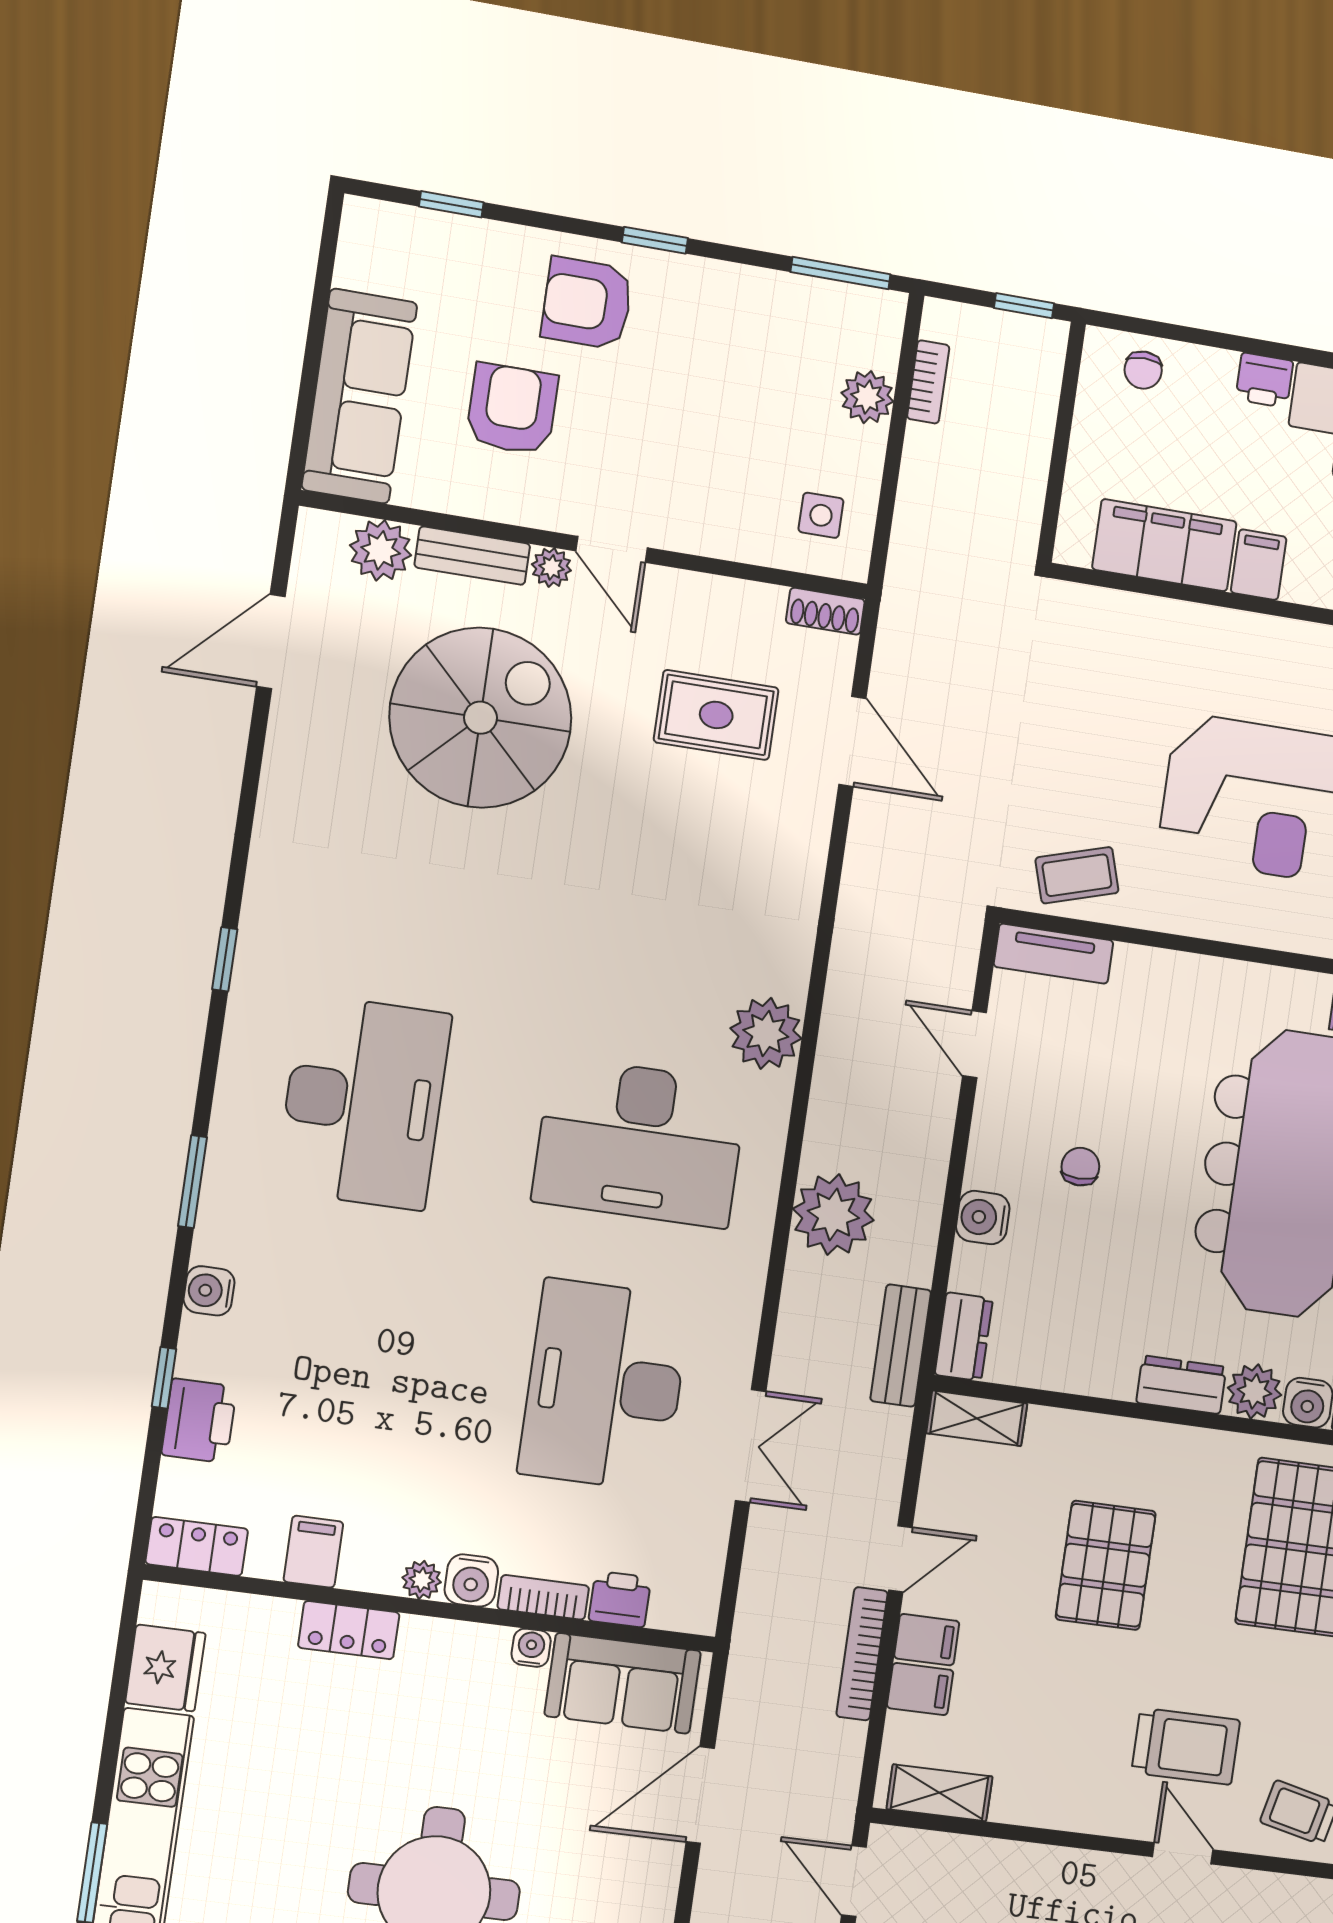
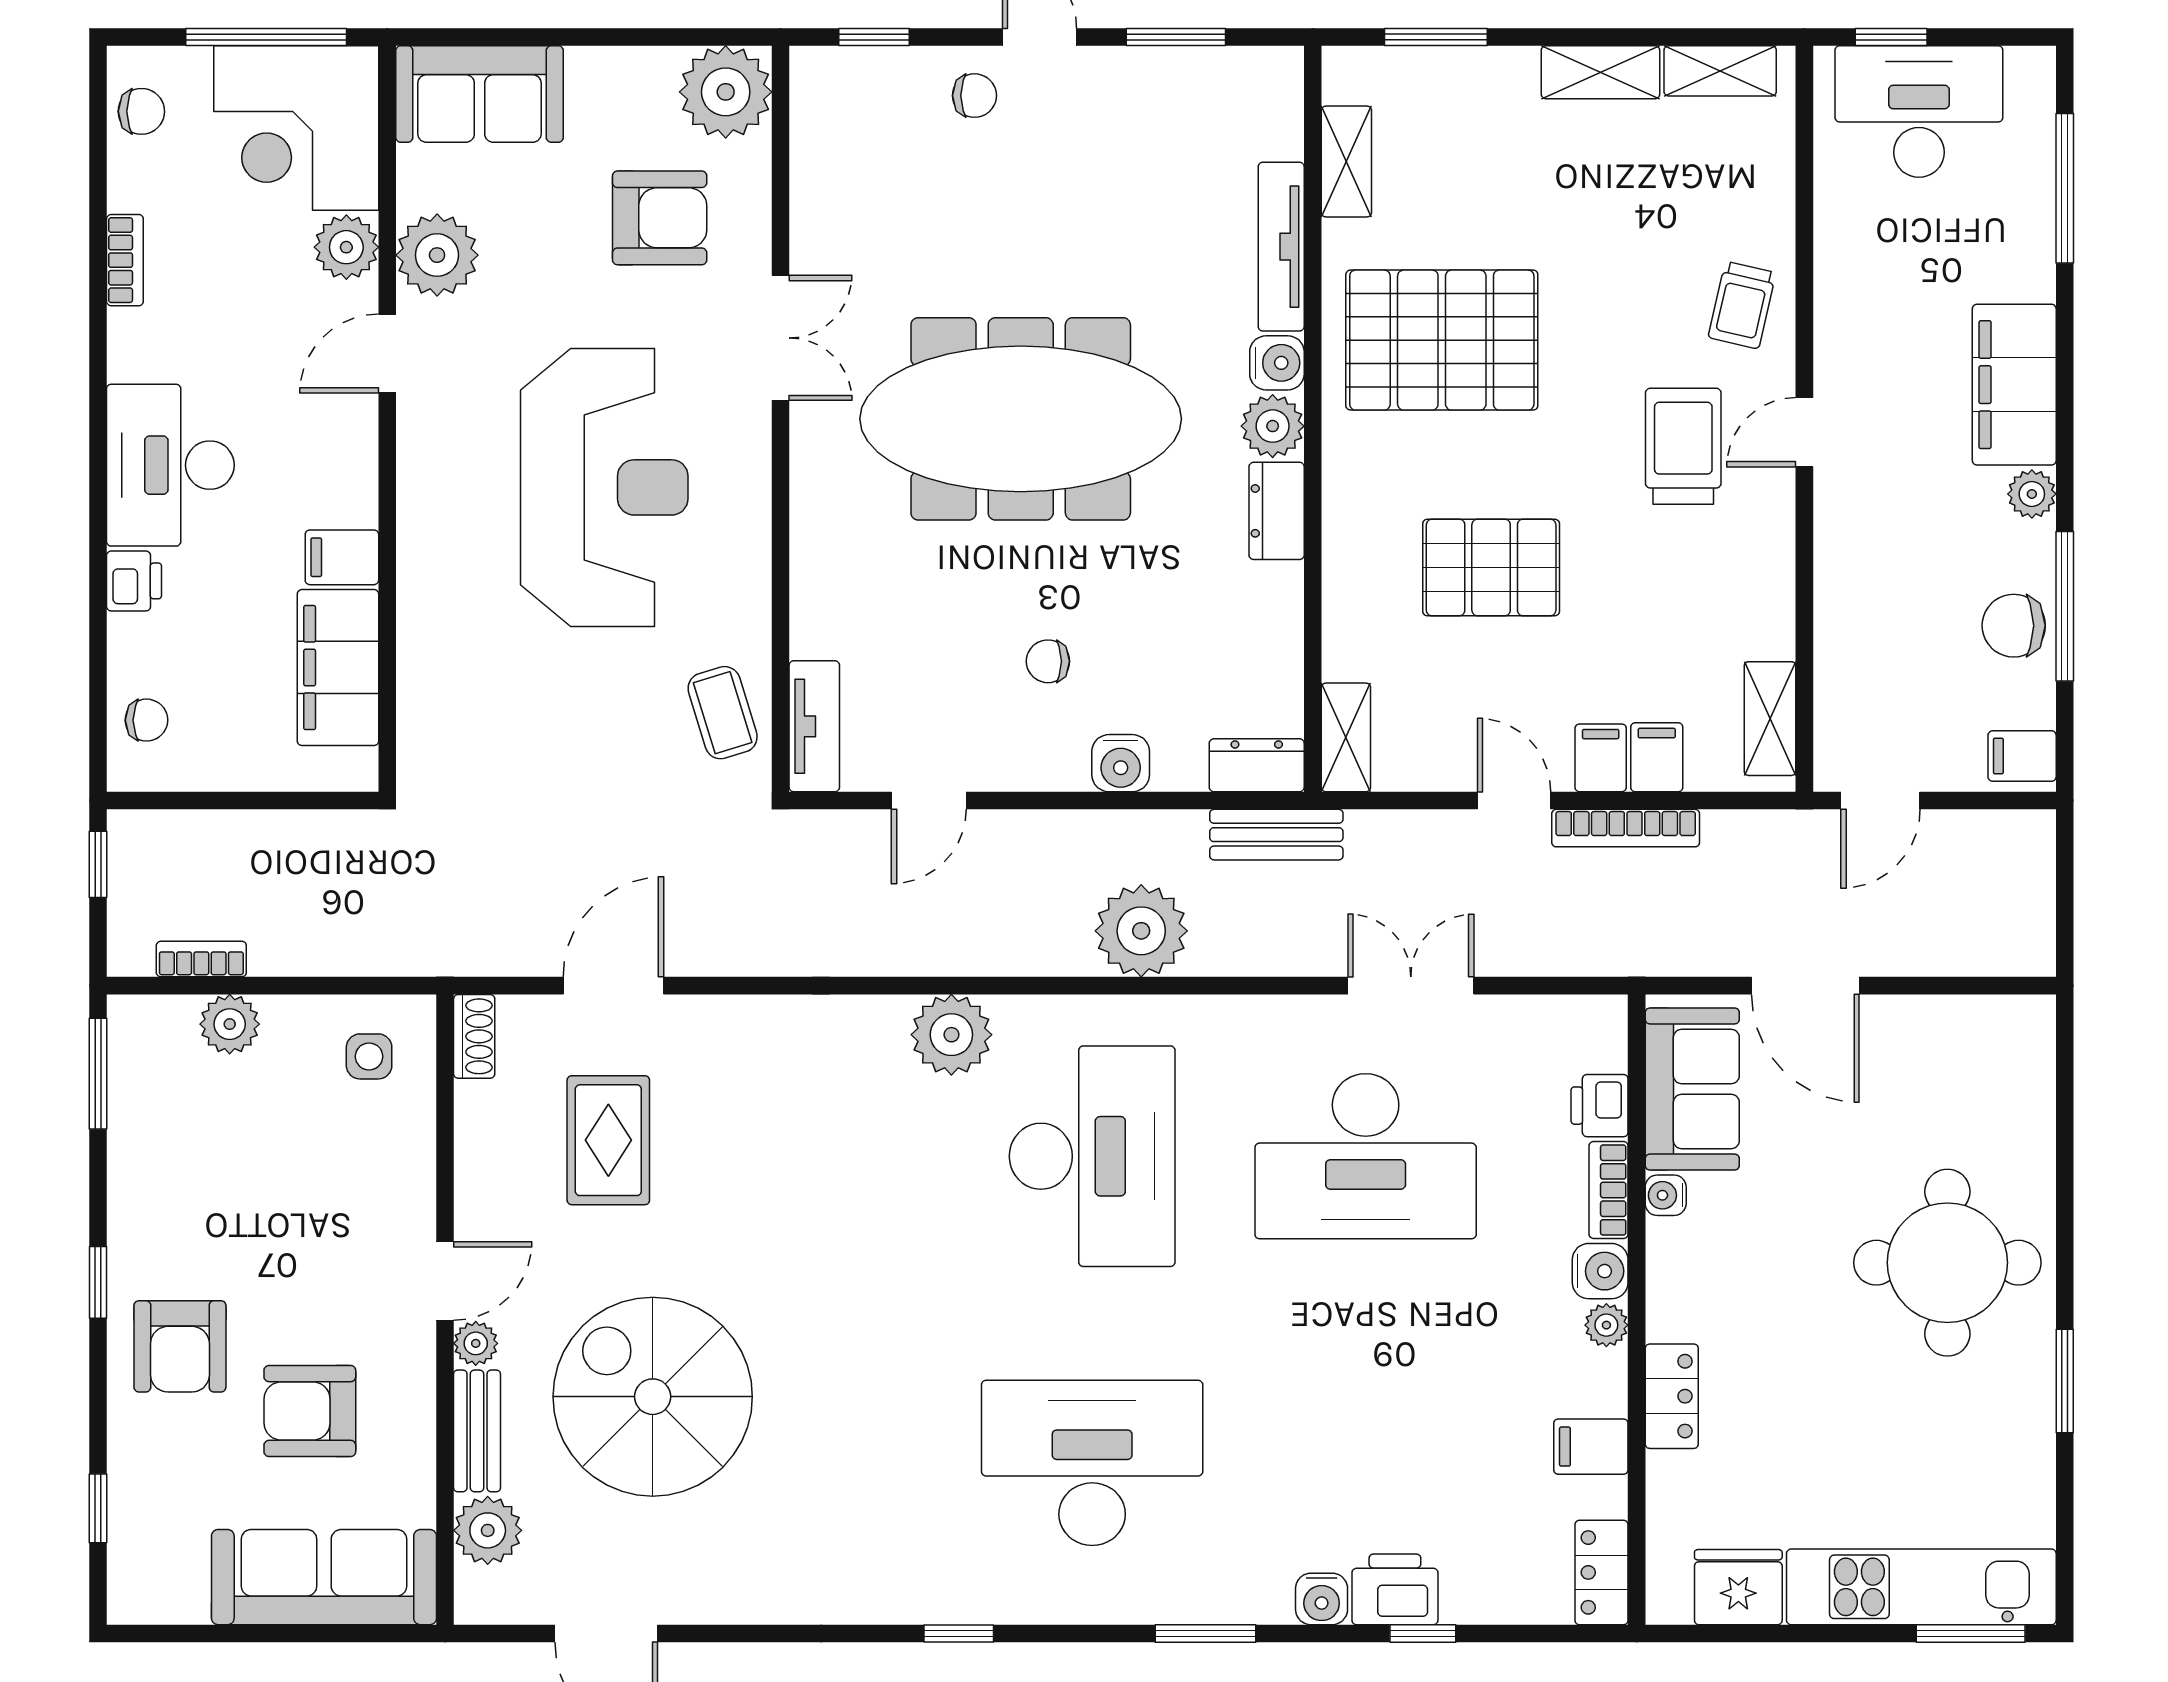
printer: (199, 1421) -> (1395, 1589), moved

